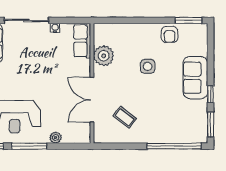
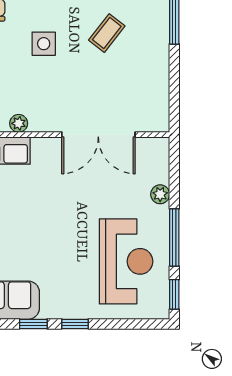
plant: (104, 56) -> (19, 123), width x0.53, depth x0.53
coffee table: (125, 117) -> (107, 33), moved

